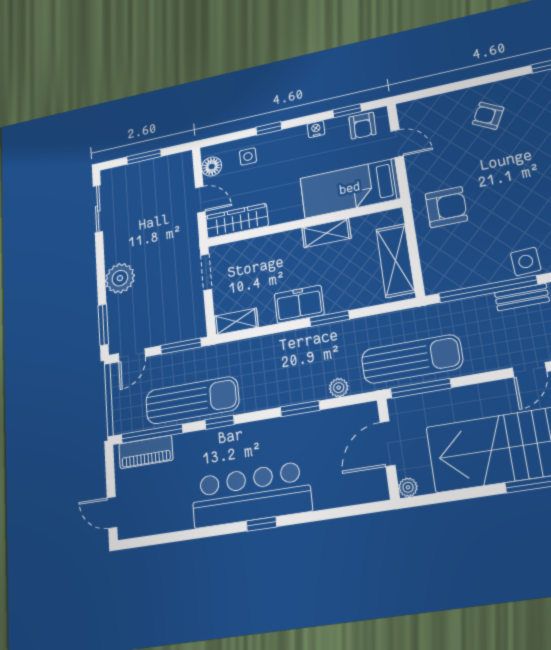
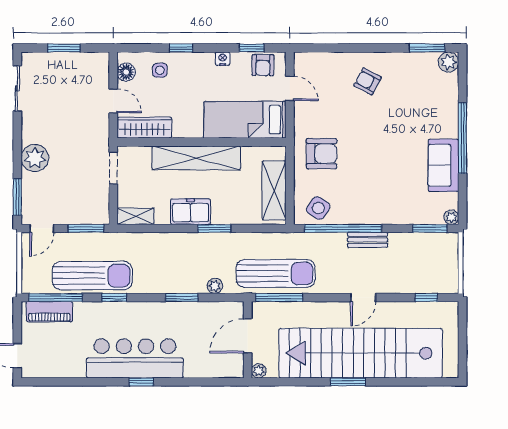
shelving: (326, 233) -> (196, 158), width x2.20, depth x1.33
side table: (526, 261) -> (318, 208), moved, turned 37

